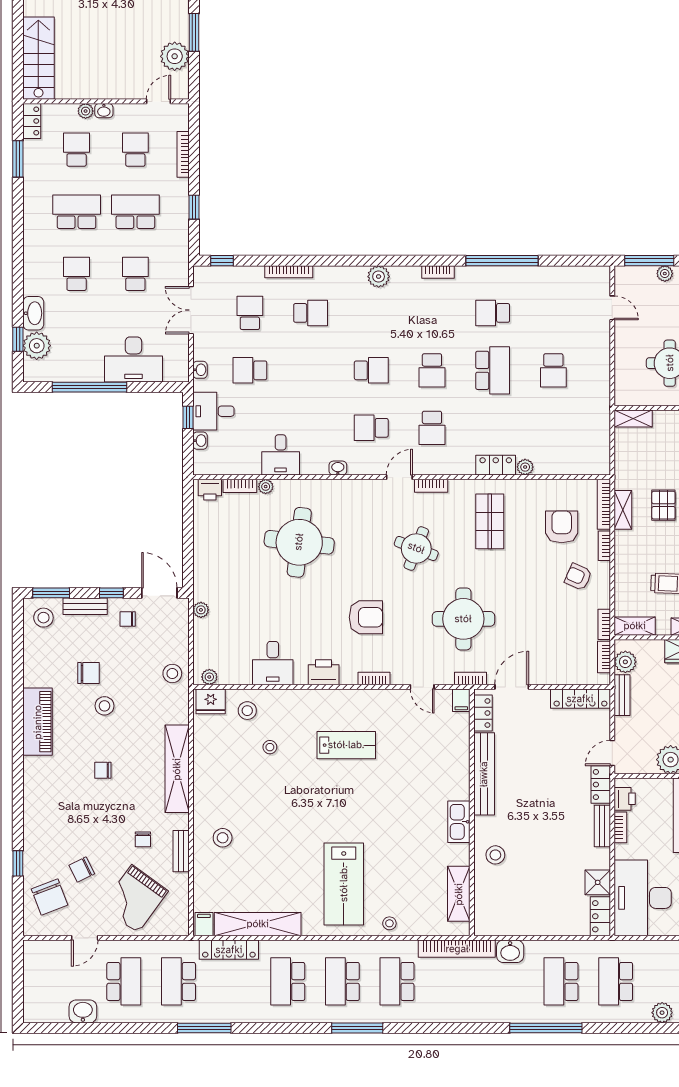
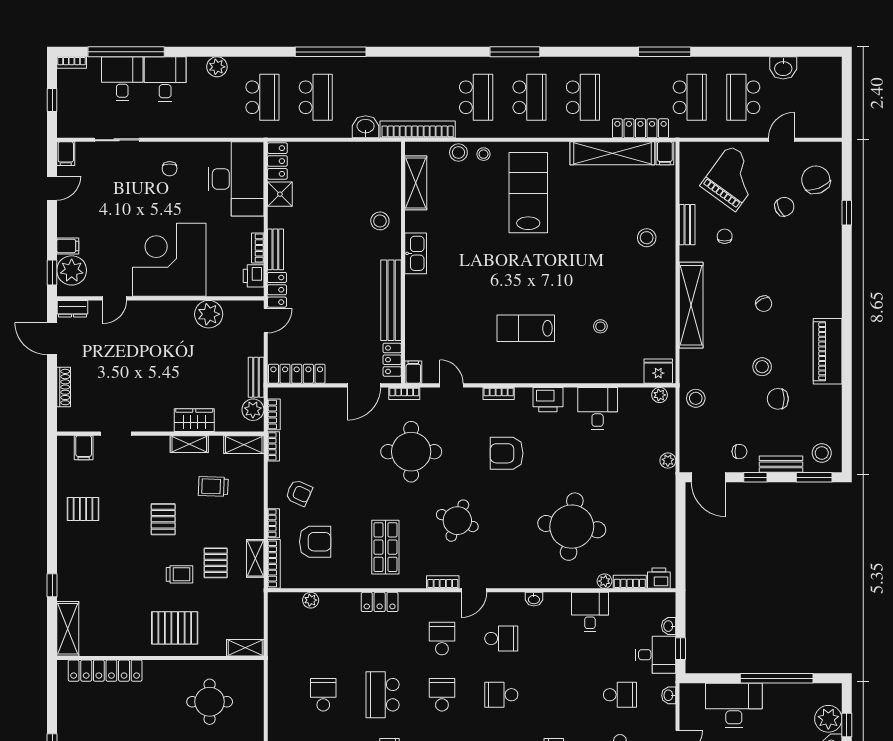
plant: (525, 467) -> (311, 600), moved
armchair: (562, 527) -> (315, 542), turned -90
stool: (247, 711) -> (458, 152), moved
chair: (103, 770) -> (764, 304), turned 63

